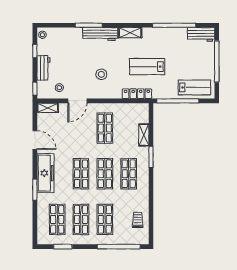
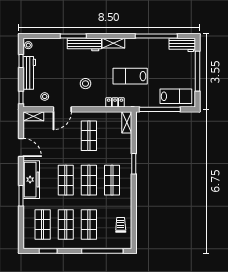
workbench: (43, 68) -> (29, 73), width x1.38
locker: (137, 94) -> (115, 102), width x0.66
shelving: (144, 135) -> (127, 122), moved

